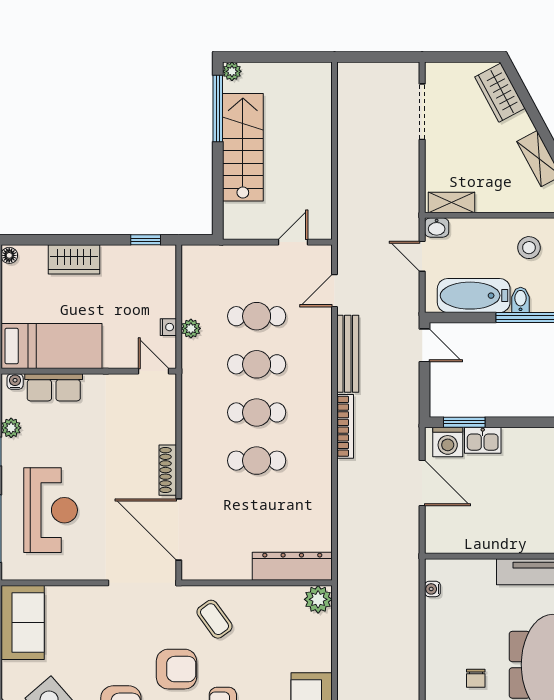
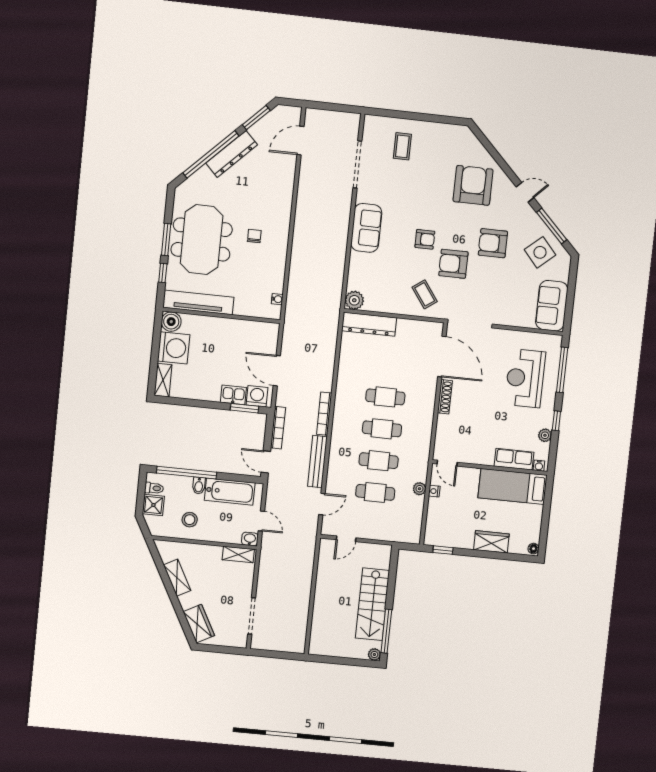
bookcase: (412, 398) -> (278, 428), added

